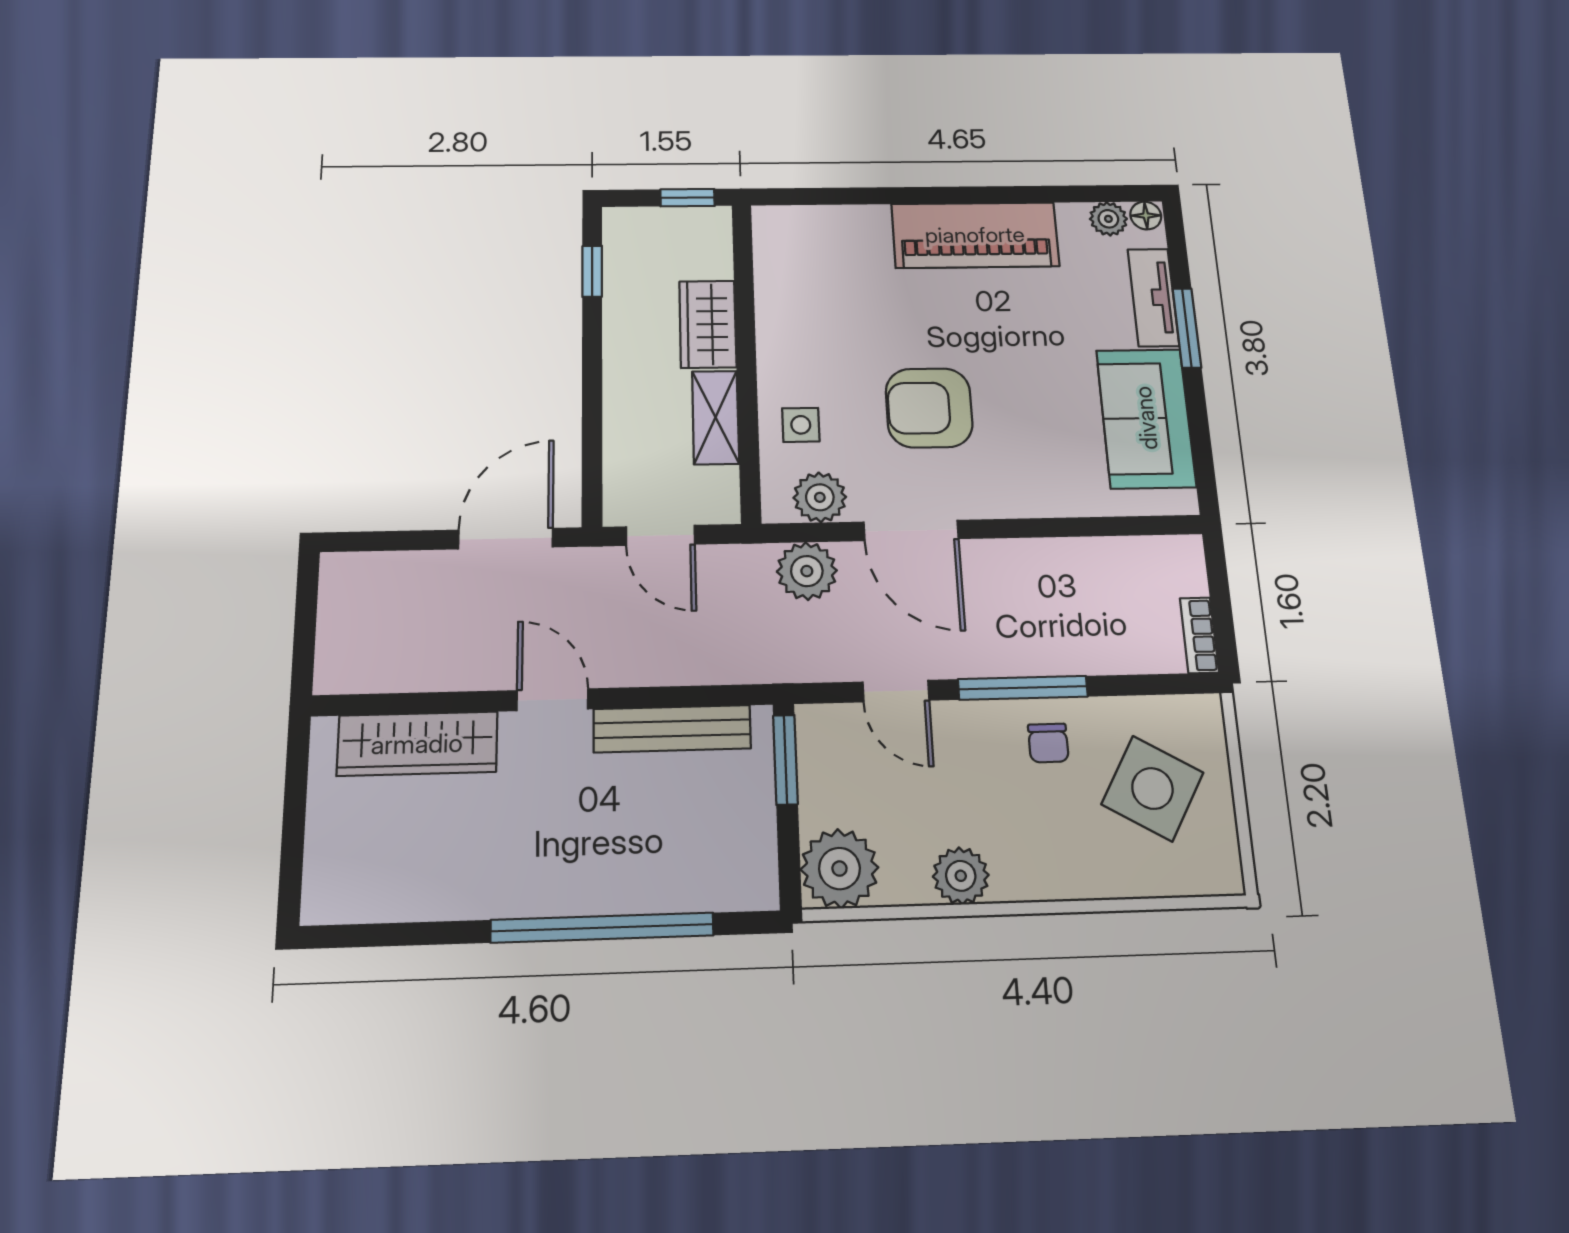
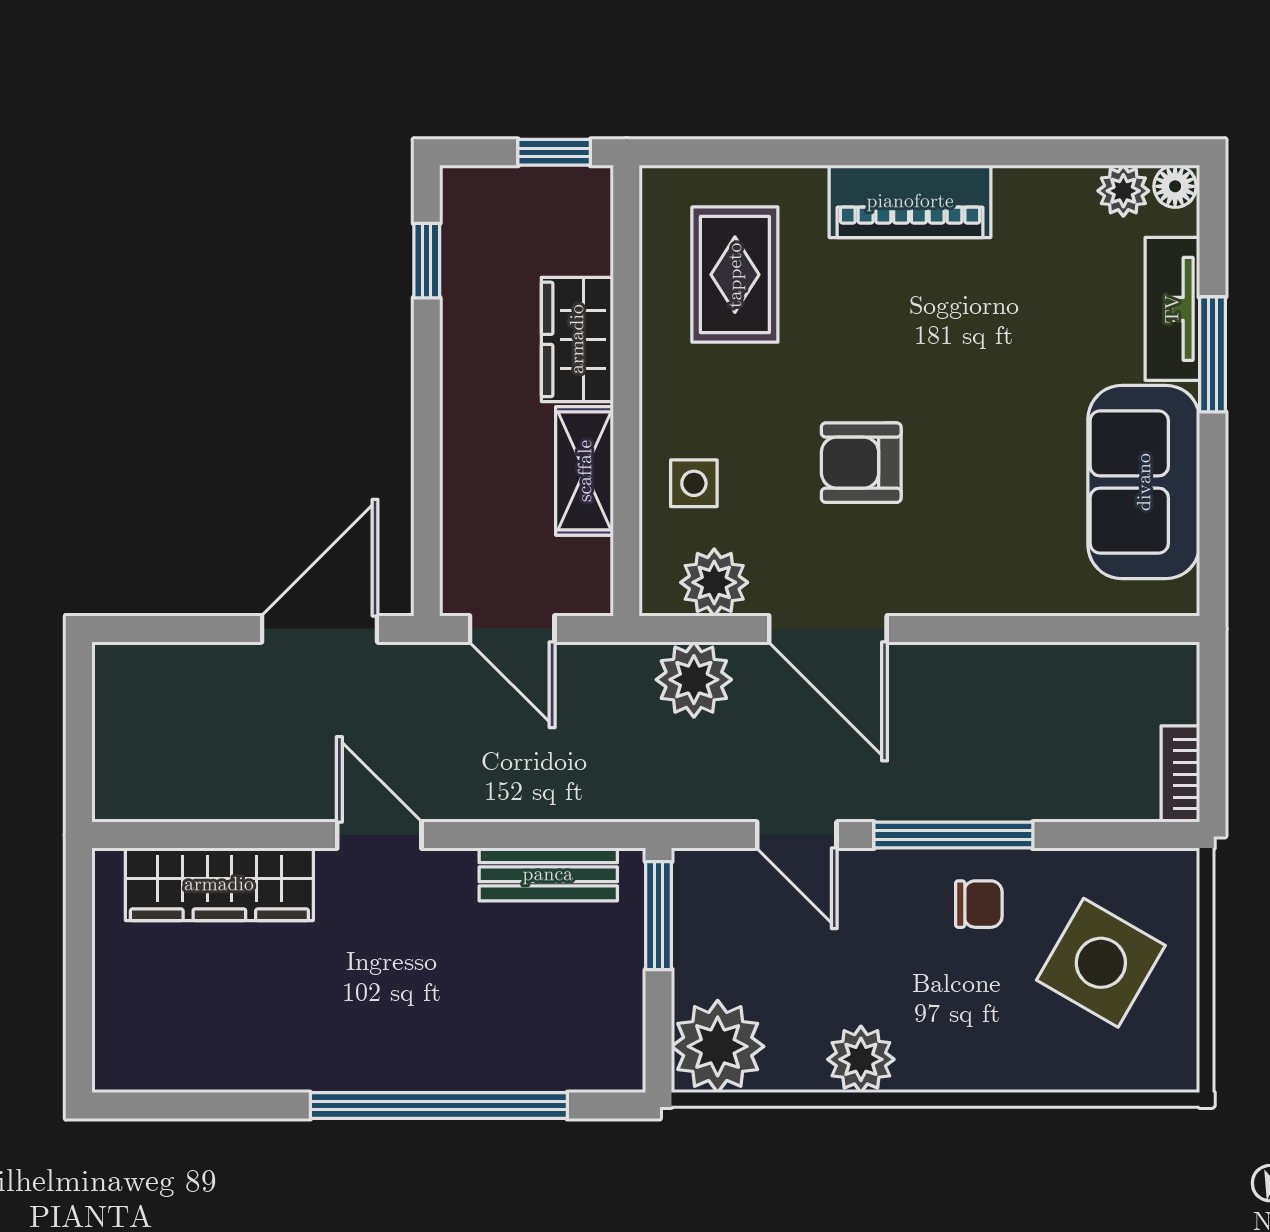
piano: (975, 235) -> (910, 201), width x0.73, depth x0.75
rug: (825, 278) -> (735, 275), added
armchair: (929, 408) -> (861, 463), width x0.72, depth x0.72
bench: (672, 729) -> (548, 874), width x0.73
chair: (1048, 743) -> (979, 904), turned -90

